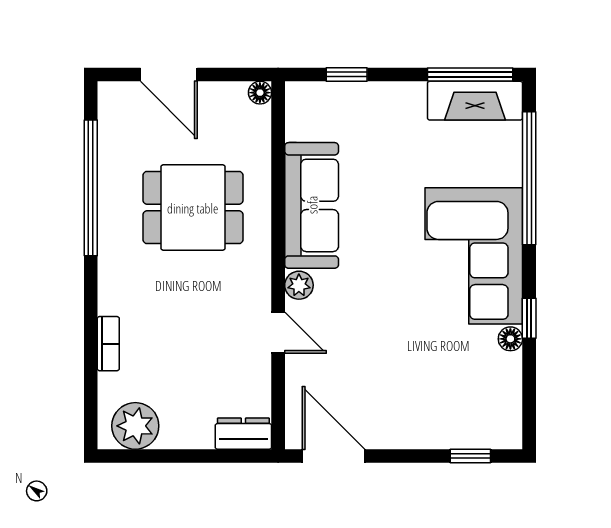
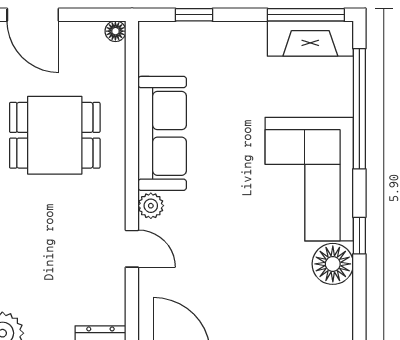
floor lamp: (510, 339) -> (333, 264), width x1.89, depth x1.89

